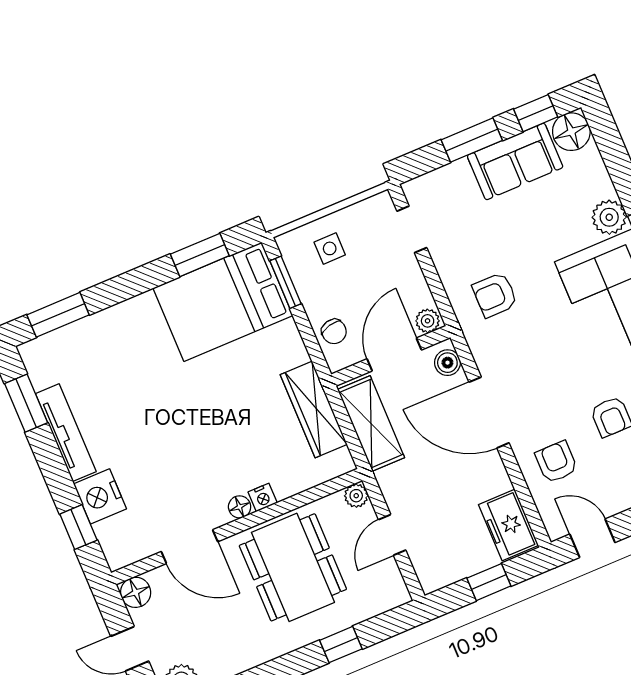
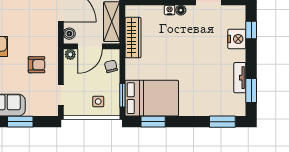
armchair: (495, 295) -> (37, 65), moved
tv unit: (66, 433) -> (240, 78), width x0.71

